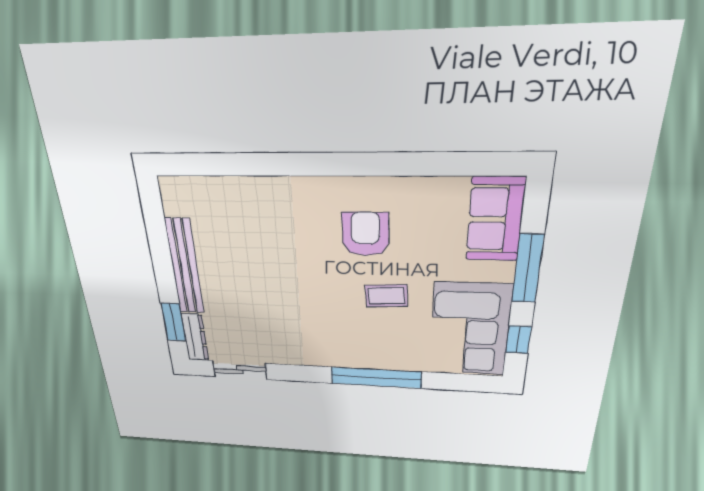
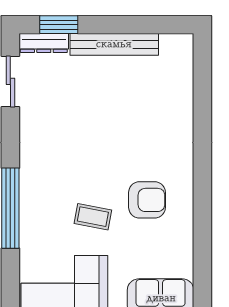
coffee table: (386, 296) -> (93, 217), turned -76

